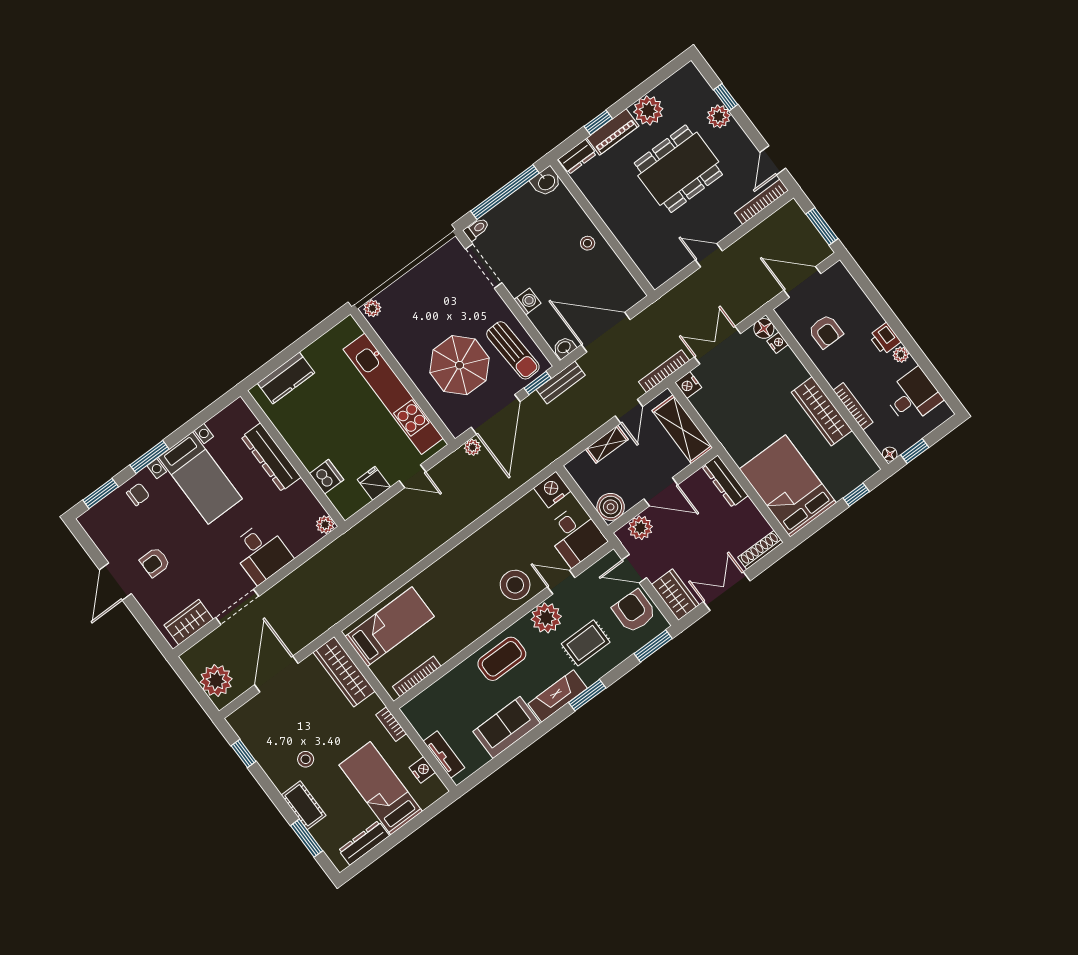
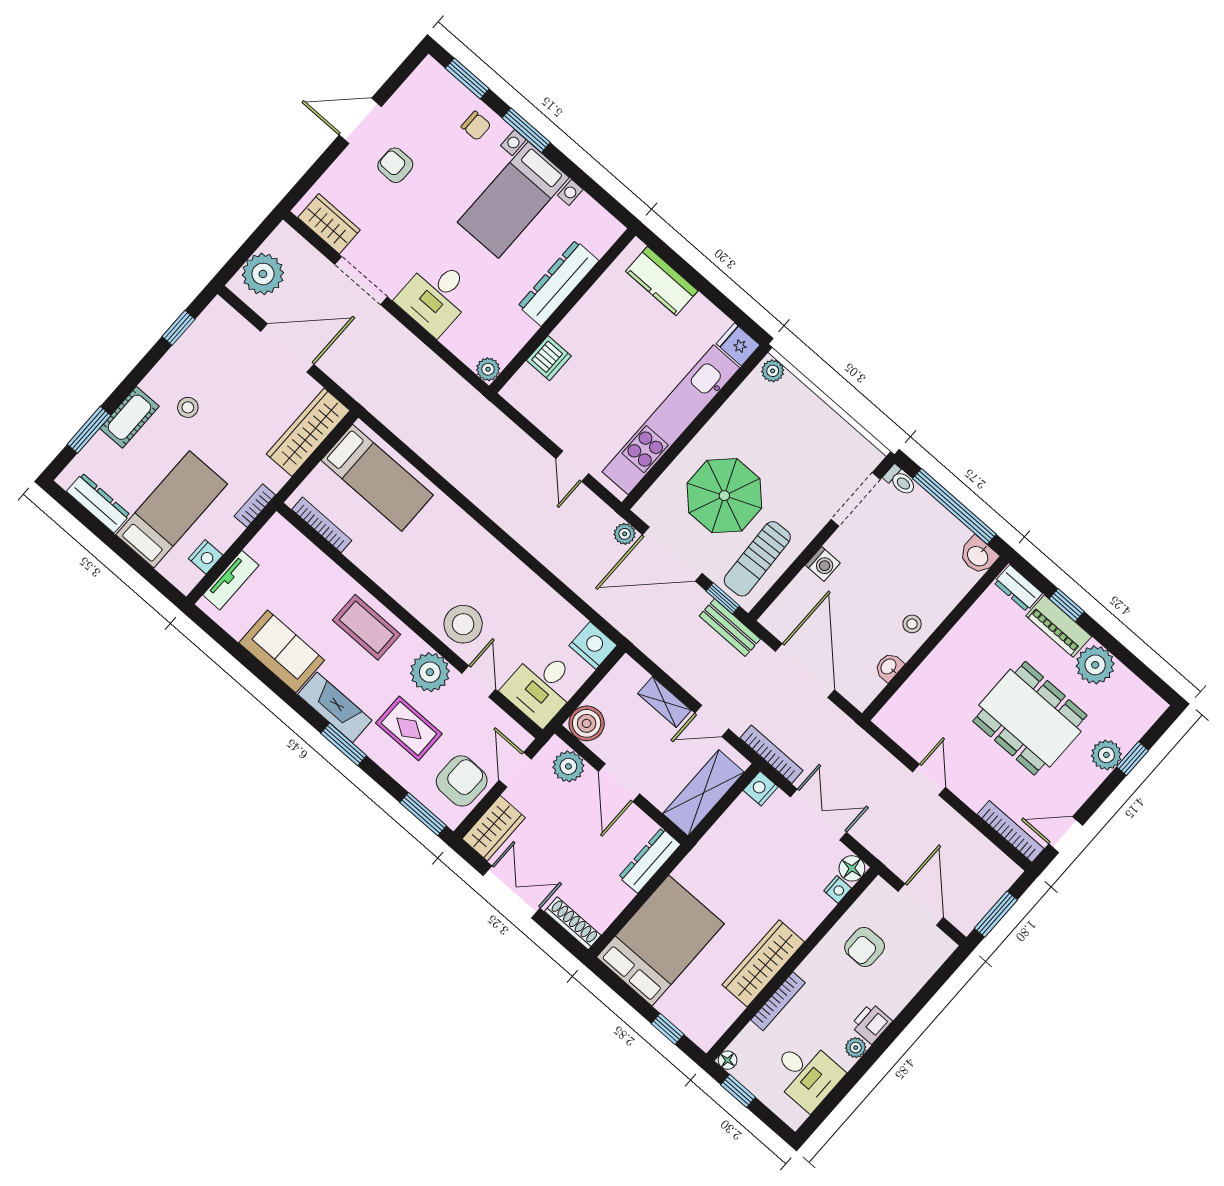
washbasin: (564, 348) -> (889, 667), moved, turned -90
fridge: (374, 483) -> (738, 344), moved, turned -90

